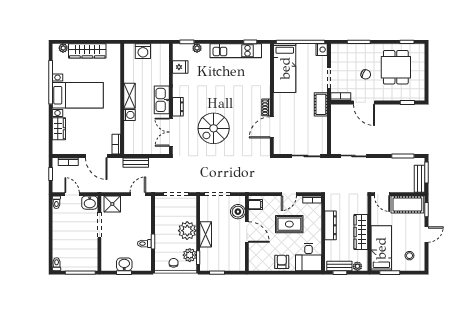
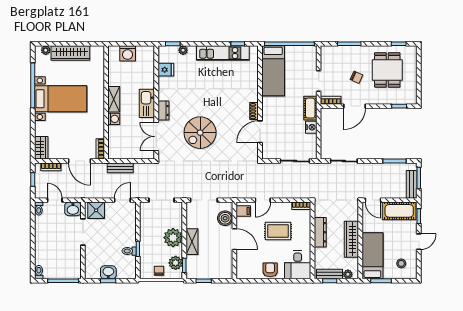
nightstand: (322, 50) -> (311, 127), moved
door: (364, 102) -> (355, 106), hinge flipped
wardrobe: (59, 129) -> (41, 148), moved
door: (289, 194) -> (263, 200), moved

